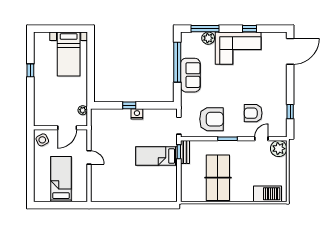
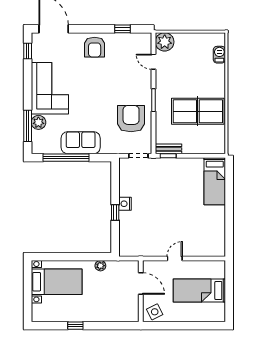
window: (249, 29) -> (28, 51), moved
plant: (83, 110) -> (100, 266), moved
armchair: (253, 113) -> (95, 47), moved
bed: (157, 156) -> (215, 181), moved
barbecue: (268, 194) -> (219, 55), width x0.53, depth x0.65

